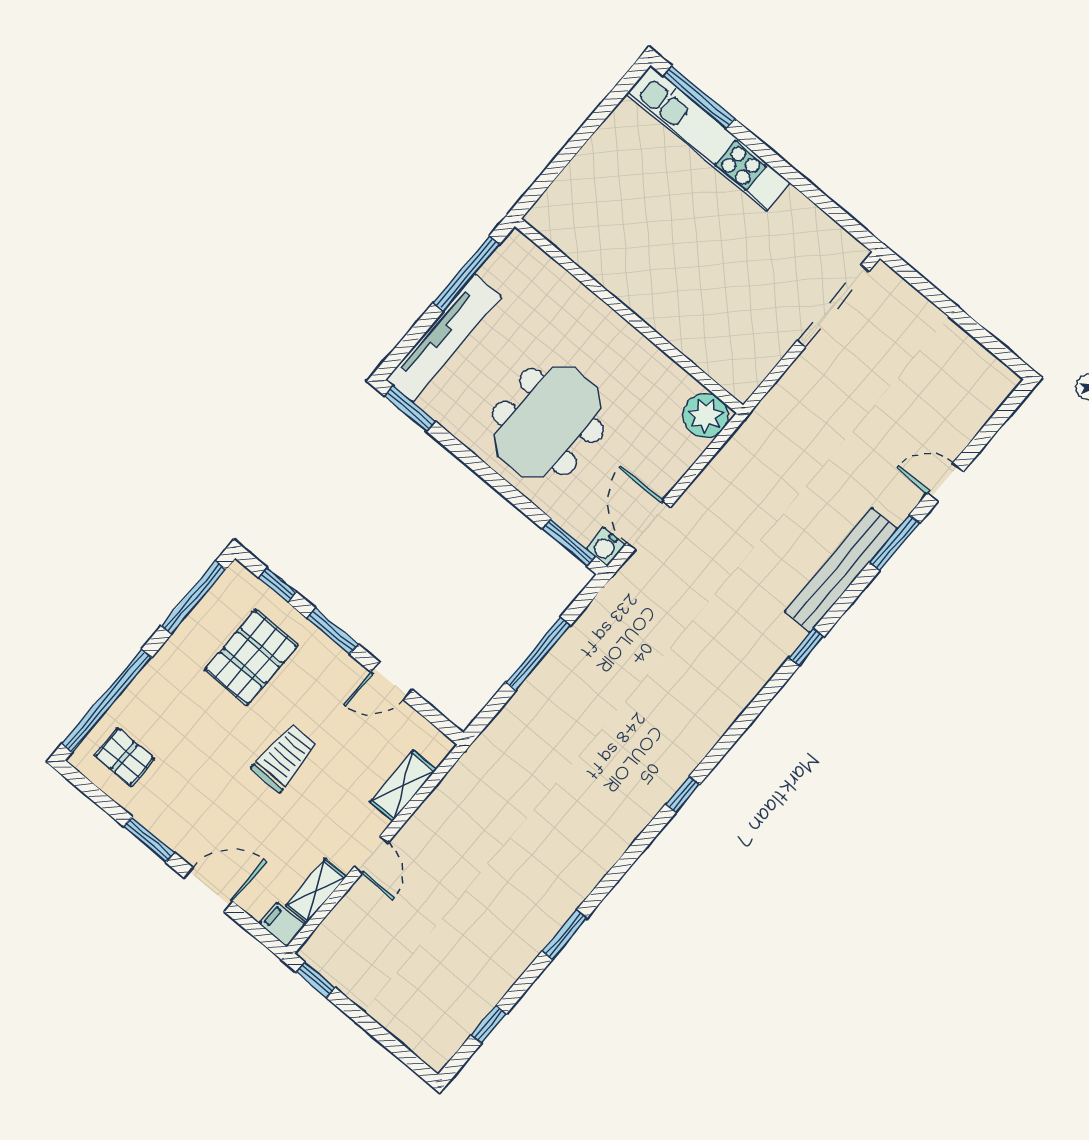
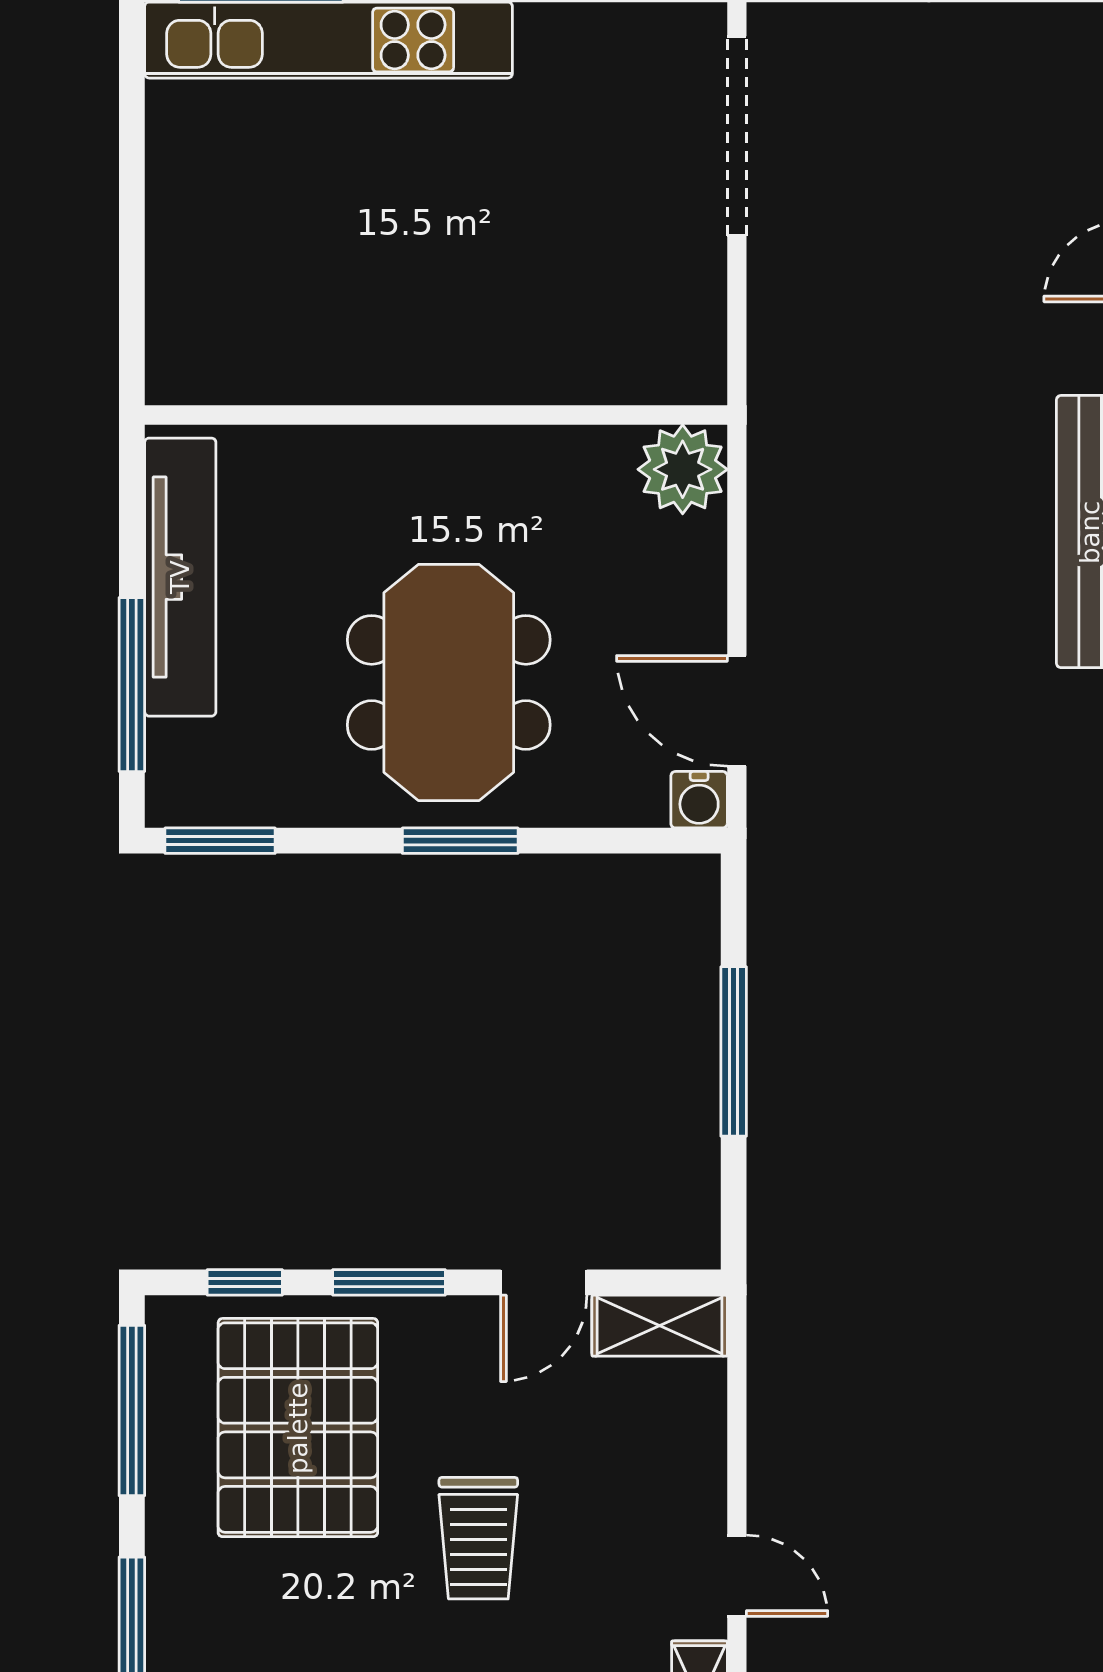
window: (466, 274) -> (132, 685), moved
tv unit: (444, 338) -> (180, 577), moved
window: (569, 542) -> (460, 841), moved
pallet: (251, 657) -> (298, 1428), width x1.37, depth x1.41
trolley: (285, 757) -> (478, 1538), turned 180
shelving: (403, 786) -> (660, 1326), moved, turned 90

